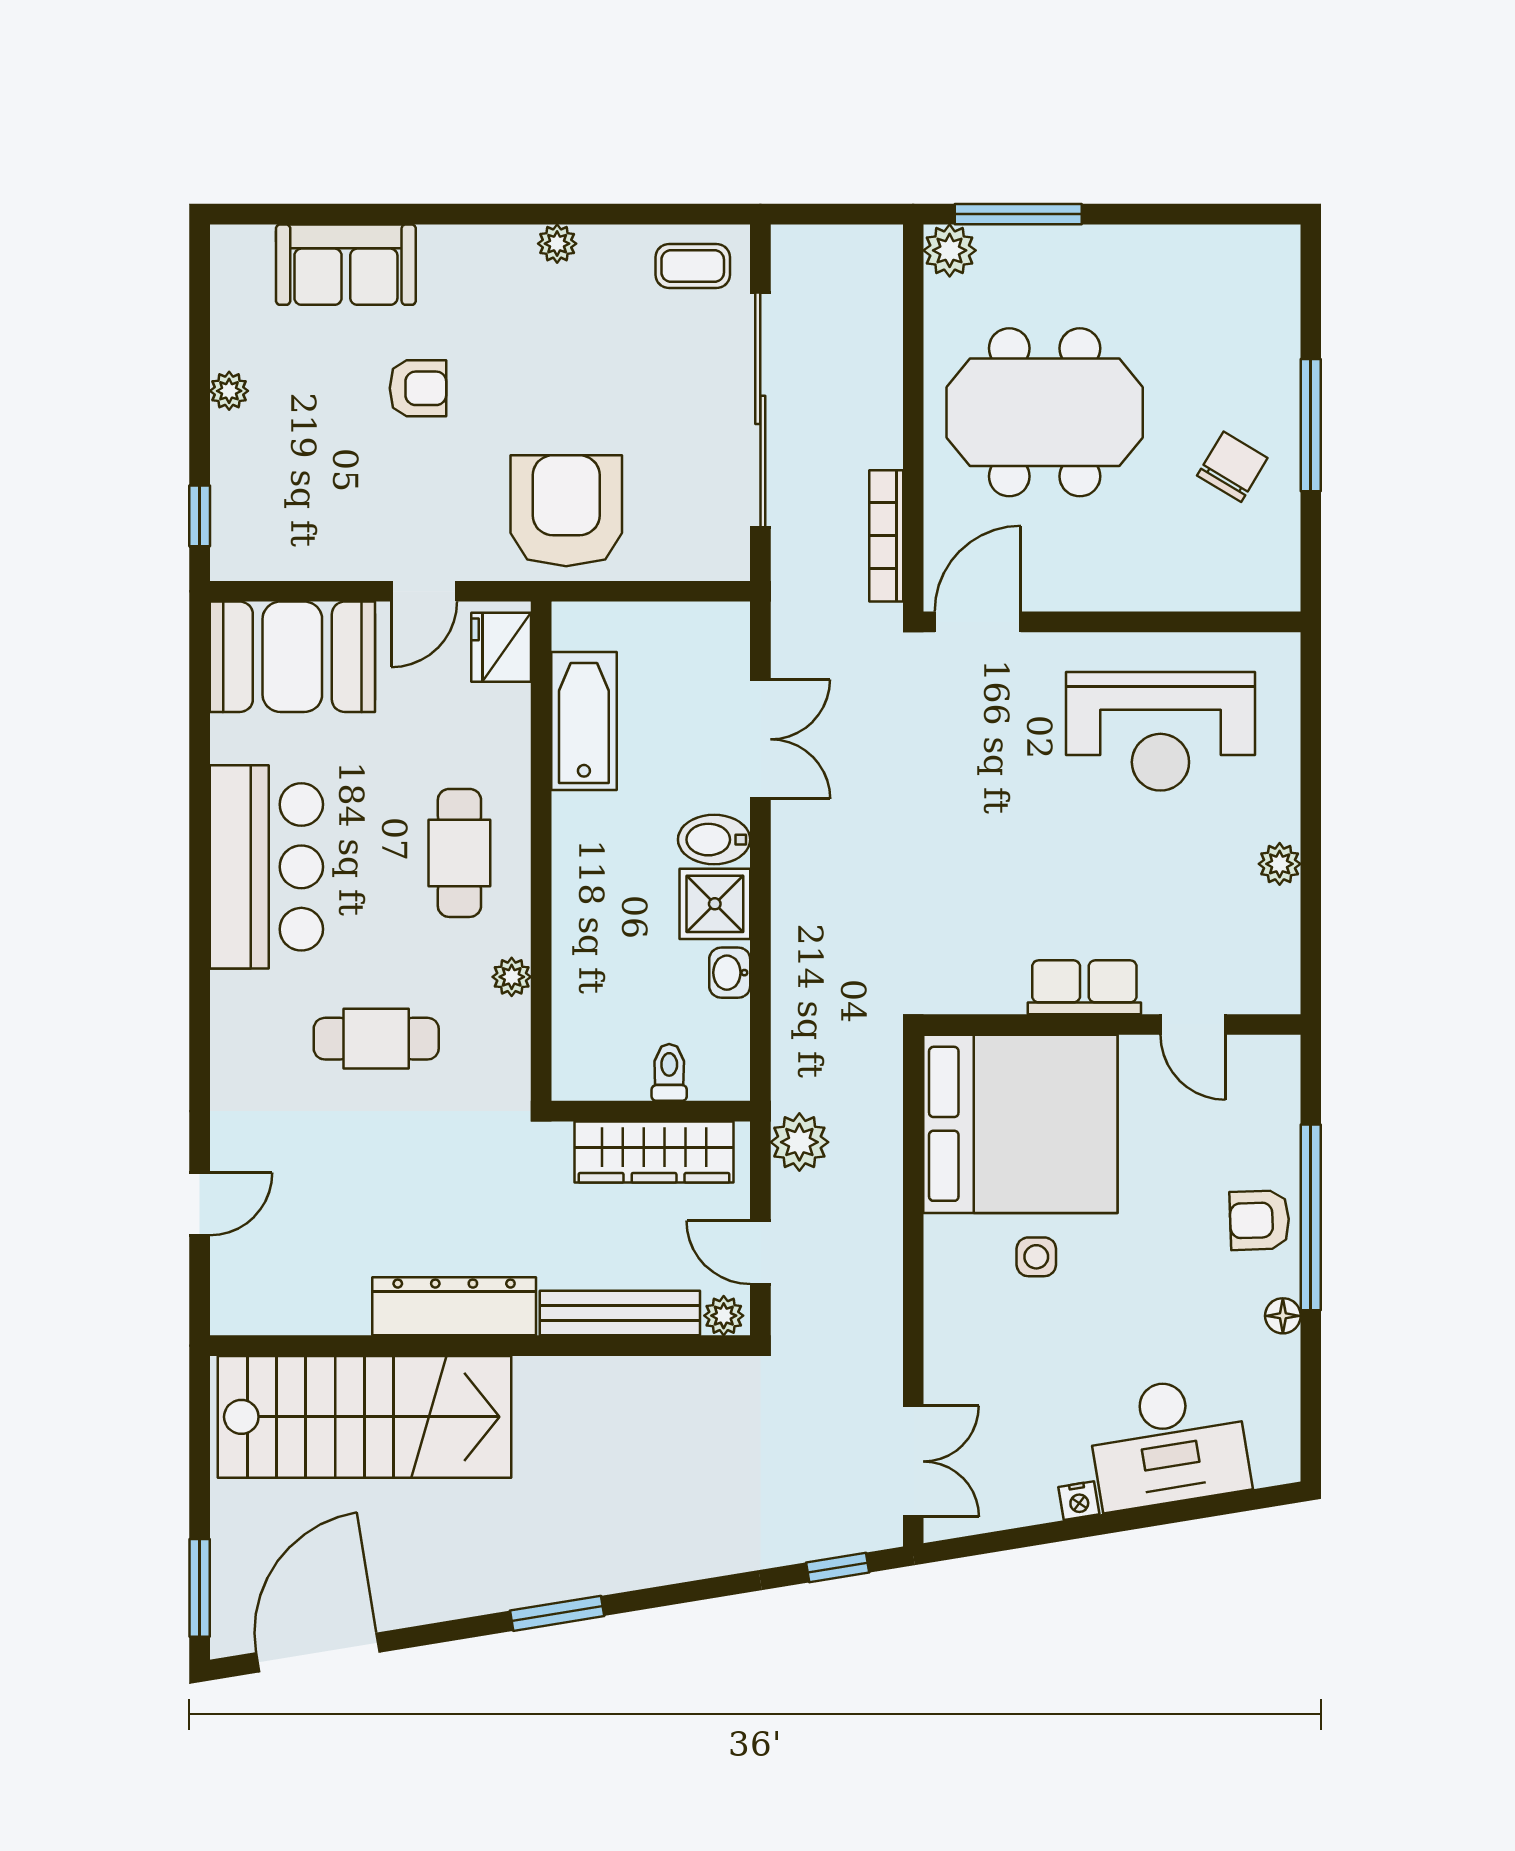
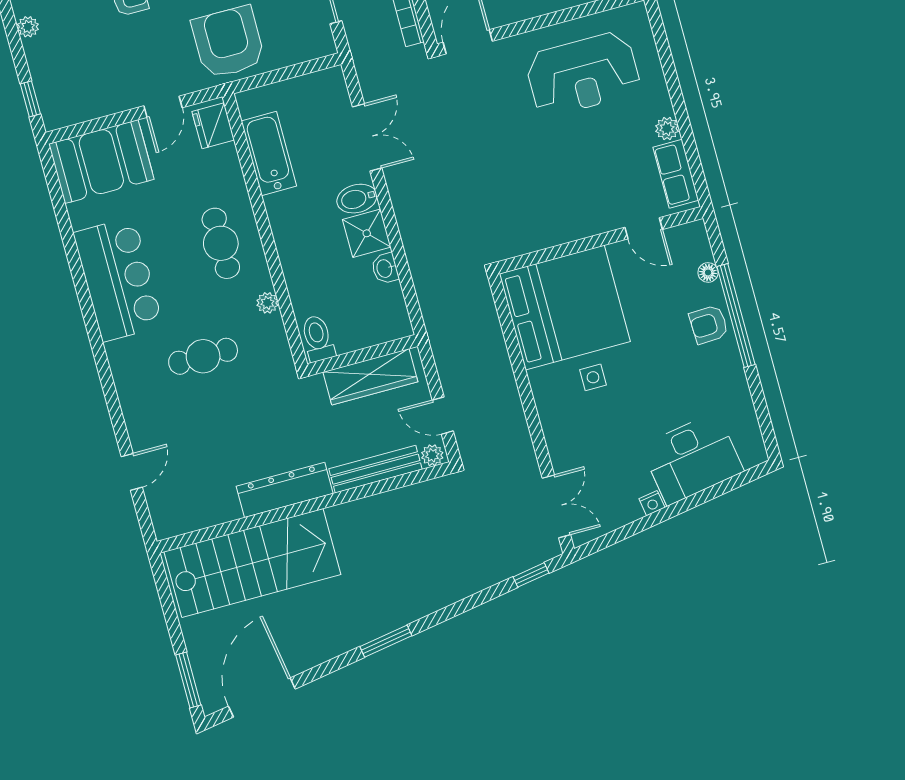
row of seats: (1084, 987) -> (676, 174), moved, turned -90
toilet: (669, 1072) -> (318, 338), moved, width x1.37, depth x1.39
plant: (799, 1142) -> (448, 350), removed
floor lamp: (1283, 1316) -> (708, 272), moved

